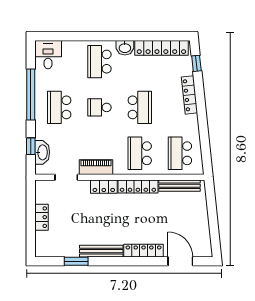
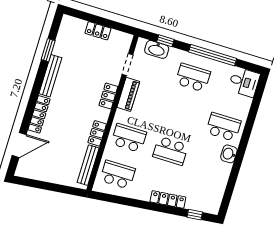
locker: (161, 48) -> (219, 187), removed
school desk: (99, 107) -> (182, 114), removed
locker: (138, 186) -> (97, 133), width x0.66

